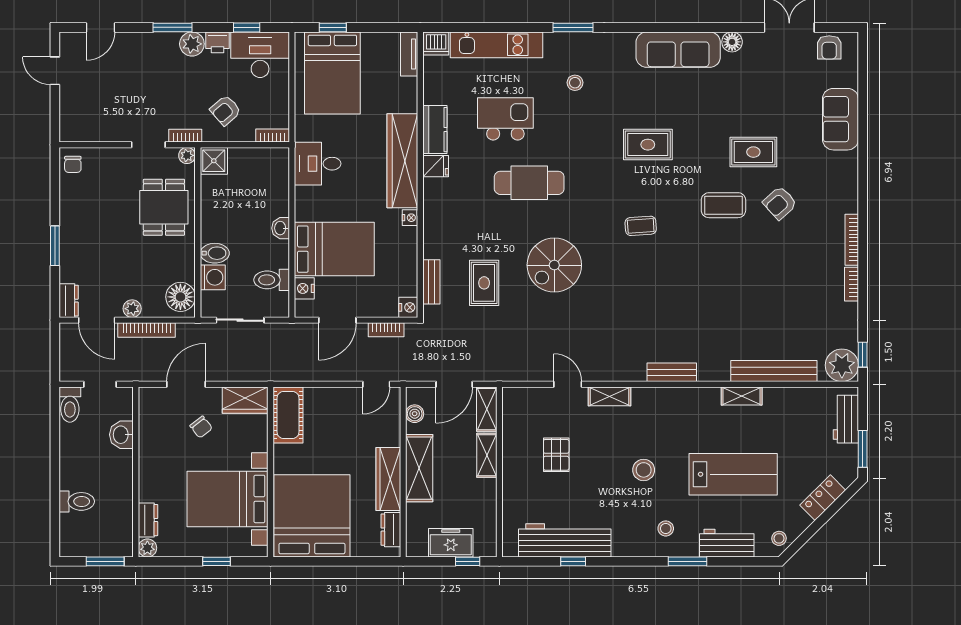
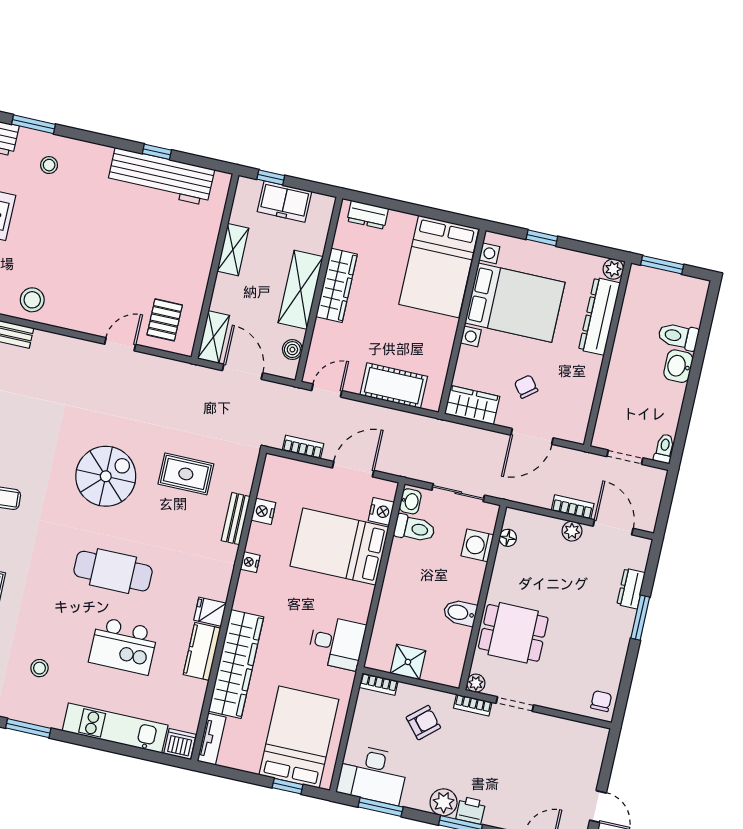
window: (247, 27) -> (381, 807), width x1.50
printer: (217, 42) -> (471, 810), moved
shower: (214, 161) -> (408, 662), moved
wardrobe: (402, 161) -> (236, 664), moved
dining table: (164, 207) -> (513, 633), turned 90
washbasin: (281, 228) -> (410, 501), moved
bidet: (215, 253) -> (460, 613), moved
bench: (431, 282) -> (236, 519), moved
rug: (484, 283) -> (186, 474), turned 90
floor lamp: (180, 297) -> (508, 538), width x0.53, depth x0.53
dresser: (69, 301) -> (631, 589), moved
nightstand: (408, 307) -> (263, 511), moved
bookcase: (147, 330) -> (573, 507), width x0.64
door: (454, 384) -> (243, 372), hinge flipped
door: (568, 384) -> (120, 344), swing flipped
shelving: (609, 396) -> (78, 321), removed
toilet: (70, 405) -> (664, 449), width x0.73, depth x0.72
cot: (288, 415) -> (394, 386), moved, turned 90
washbasin: (121, 435) -> (678, 366), moved, turned 180
shelving: (487, 455) -> (233, 250), moved
pallet: (556, 455) -> (165, 320), moved
stool: (644, 470) -> (32, 300), moved
bed: (312, 516) -> (439, 266), width x0.73
dresser: (148, 520) -> (599, 316), width x1.96, depth x1.24
dresser: (391, 530) -> (368, 215), moved, turned 90

